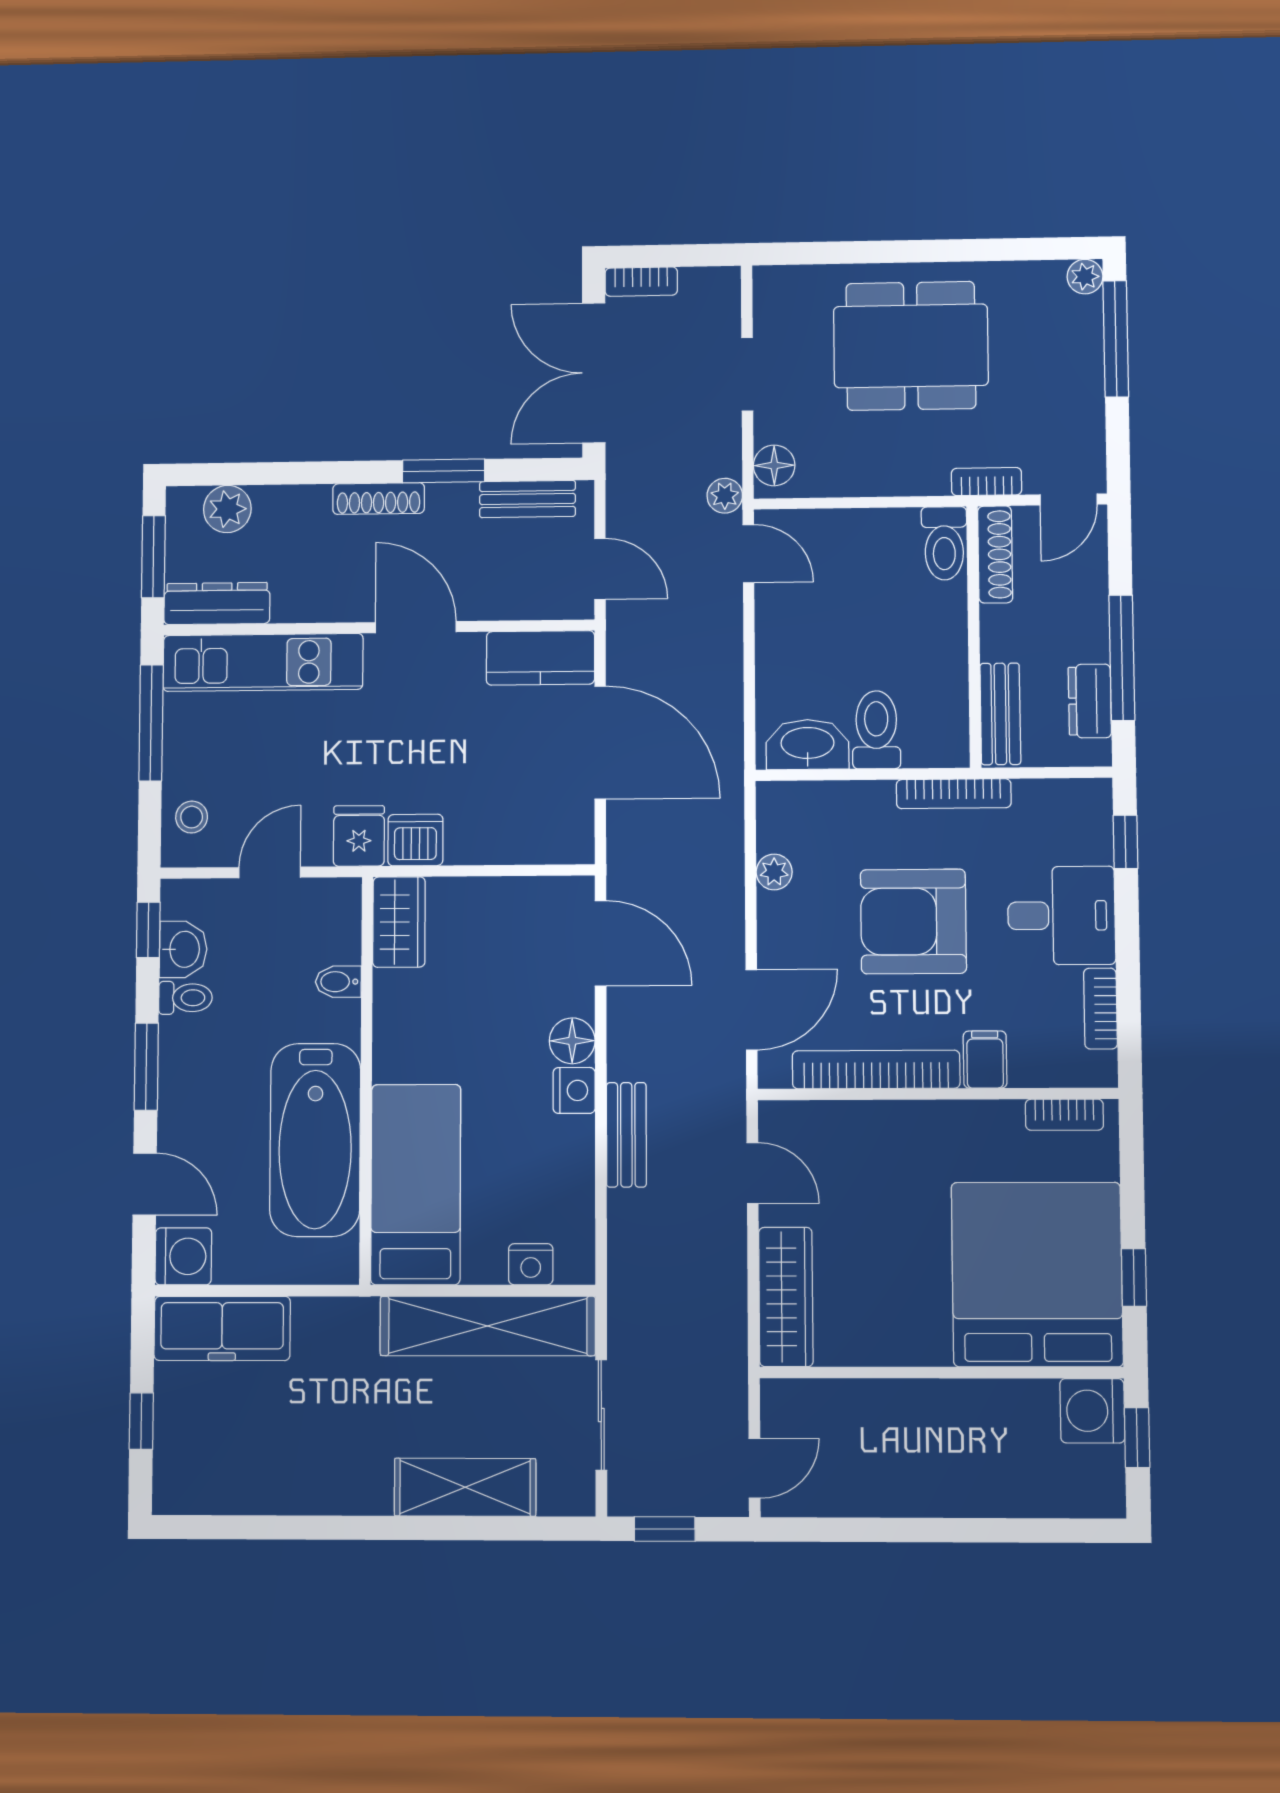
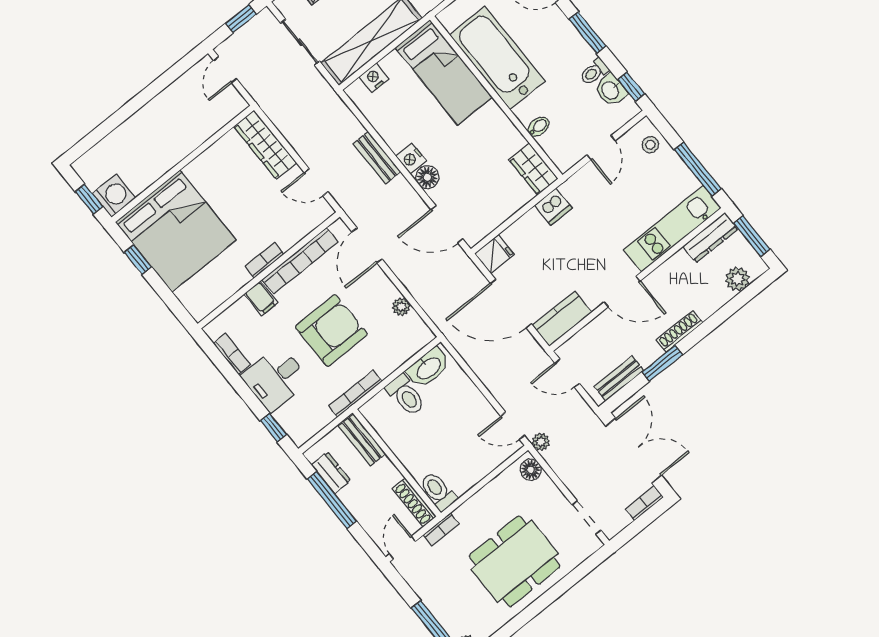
doorway: (747, 374) -> (586, 517), moved
fridge: (359, 836) -> (494, 254), moved, turned -90
bookcase: (1064, 1115) -> (265, 260), moved

